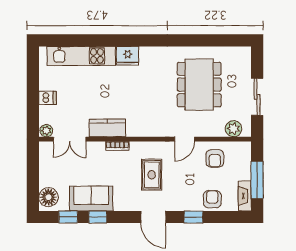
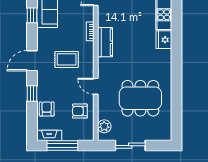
kitchen counter: (107, 128) -> (105, 42), moved
armchair: (212, 199) -> (47, 109), turned -90

